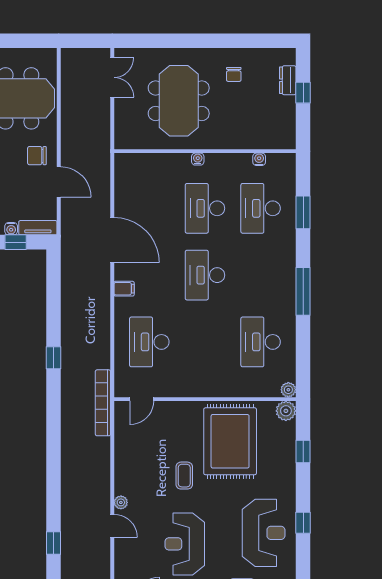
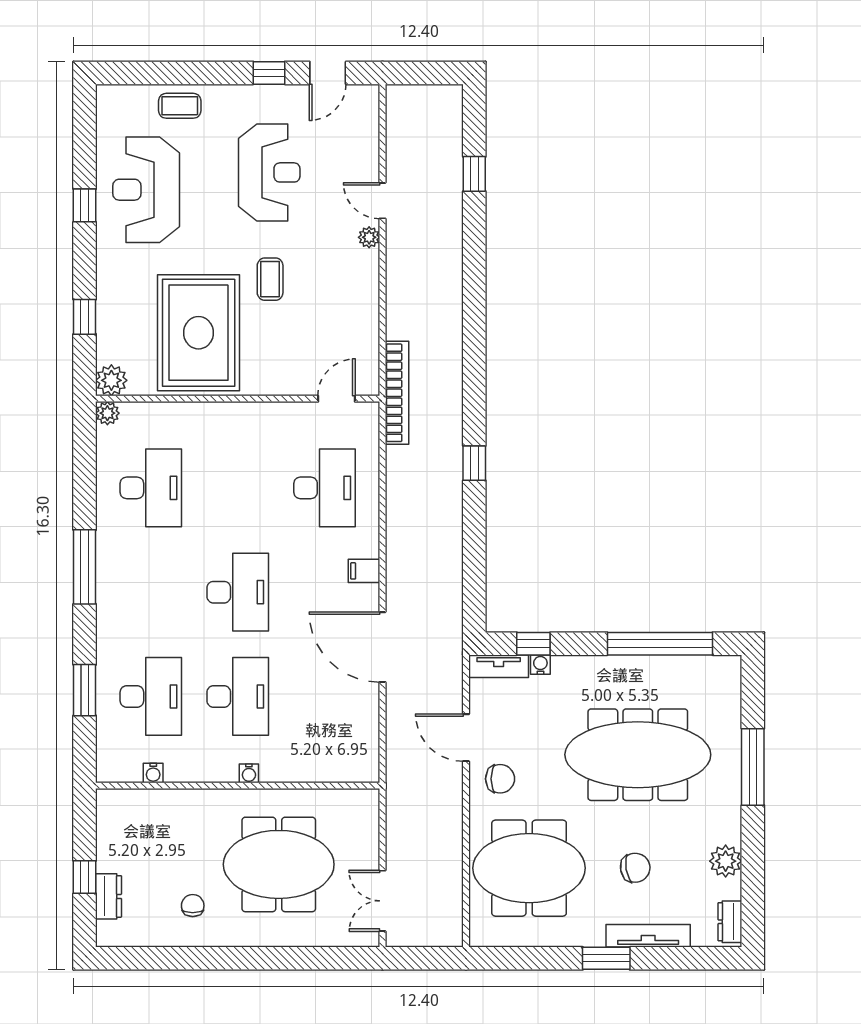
meeting table: (179, 101) -> (279, 864), turned 90

